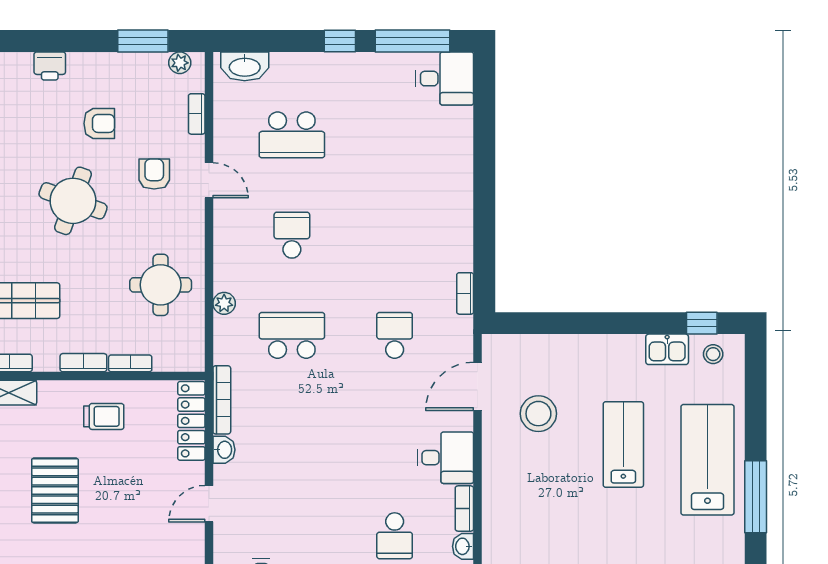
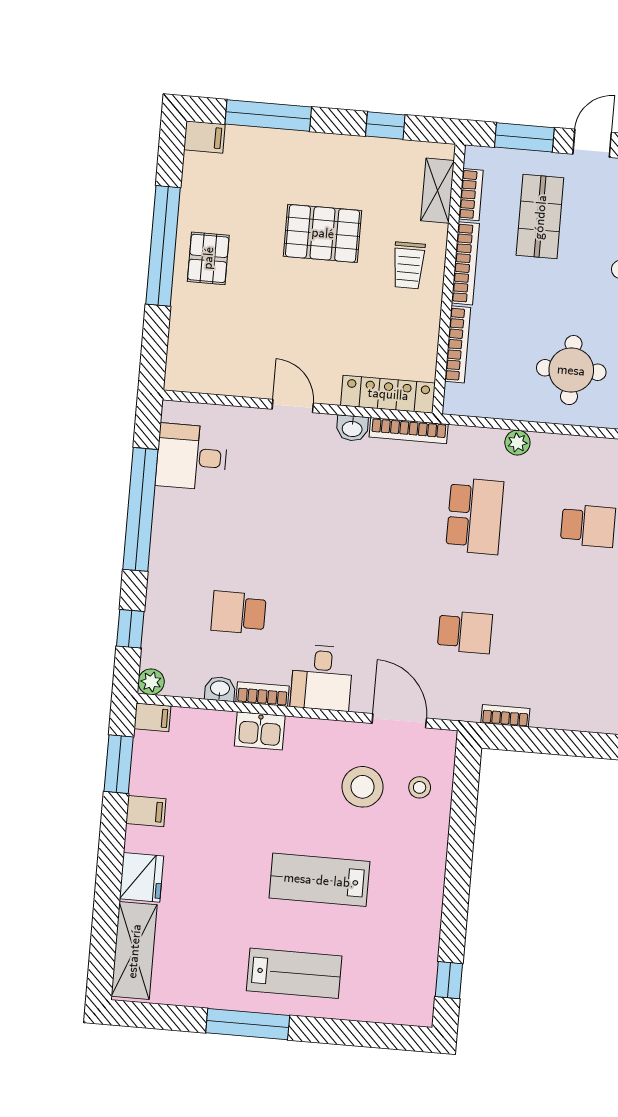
round table: (161, 285) -> (571, 370), moved
kitchen sink: (667, 349) -> (260, 731), moved, turned -90
stool: (713, 354) -> (420, 787), moved
bookcase: (83, 363) -> (465, 263), width x1.56
bookcase: (130, 363) -> (458, 344), width x1.56
trolley: (104, 416) -> (409, 265), moved
lab bench: (623, 445) -> (319, 880), turned 180
lab bench: (707, 460) -> (294, 973), width x0.73, depth x0.72

